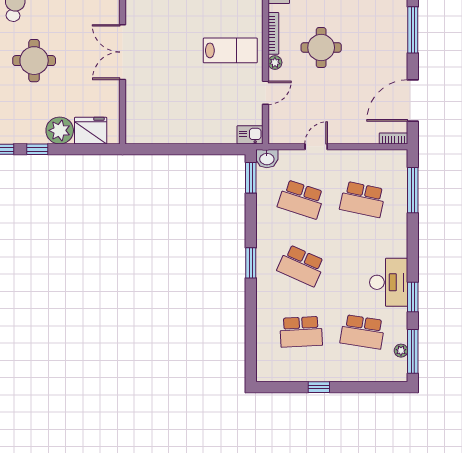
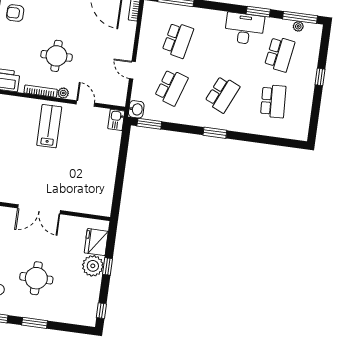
window: (37, 149) -> (107, 266), moved
window: (319, 387) -> (320, 77), moved

